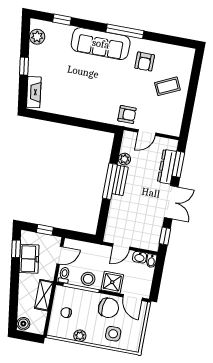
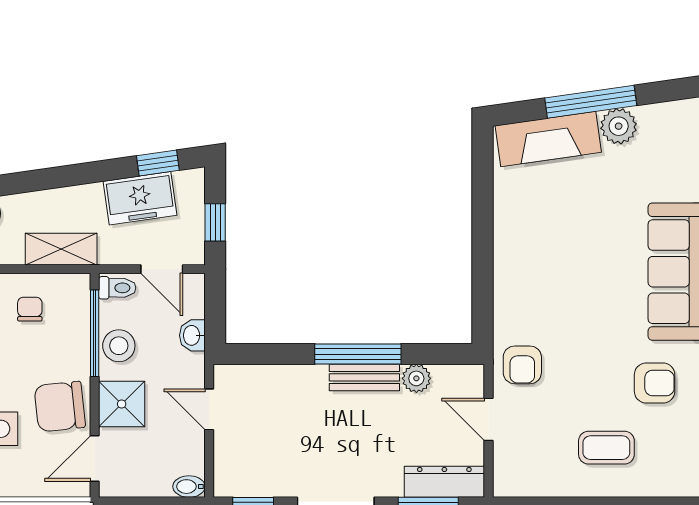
plant: (37, 37) -> (619, 126), moved
armchair: (145, 62) -> (655, 383), turned 180
window: (24, 66) -> (591, 102), width x2.17
coffee table: (167, 86) -> (606, 448), turned -65
fireplace: (34, 92) -> (548, 139), width x1.37, depth x1.32
dresser: (167, 167) -> (444, 482), moved
washbasin: (140, 257) -> (192, 335), moved
chair: (109, 308) -> (60, 407), turned 78

